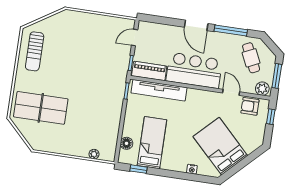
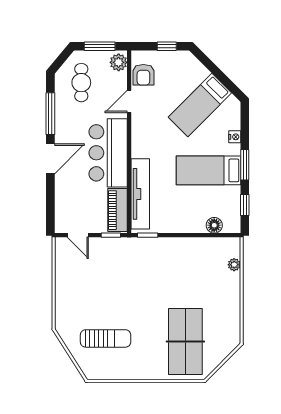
sun lounger: (35, 51) -> (106, 338), moved
cafe table: (251, 58) -> (81, 83), turned -65
window: (271, 117) -> (167, 46), moved
bed: (152, 143) -> (208, 170), moved
bed: (220, 146) -> (200, 105), width x0.67
window: (169, 174) -> (245, 165), added

